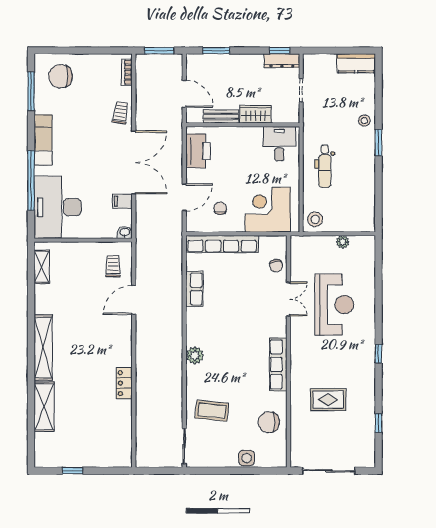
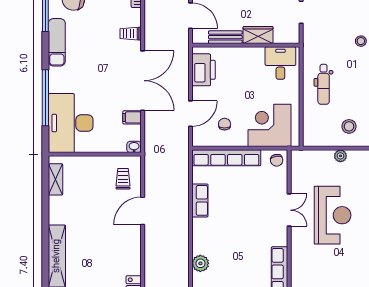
trolley: (120, 113) -> (130, 34), turned -99
exam couch: (43, 140) -> (57, 42), moved
stool: (315, 219) -> (349, 126), moved
chair: (276, 266) -> (277, 160), moved

